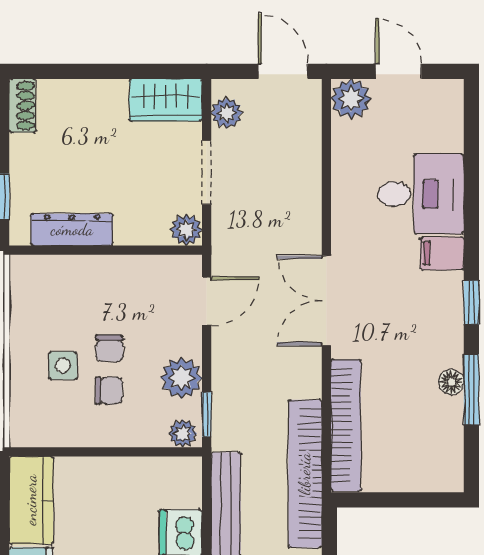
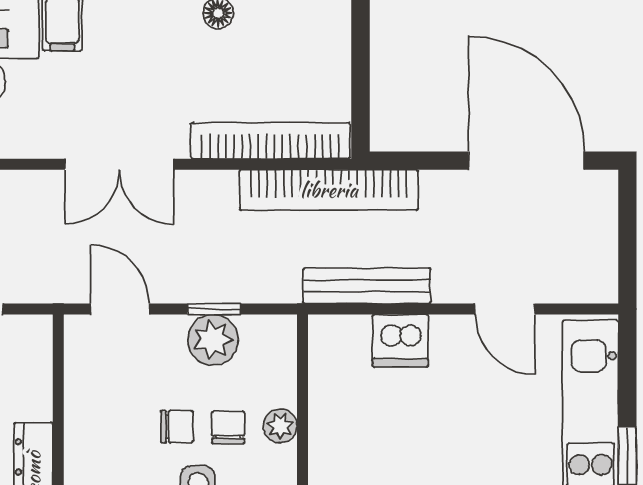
plant: (186, 230) -> (34, 334), removed
window: (207, 414) -> (214, 309), moved
plant: (183, 433) -> (280, 426), moved

